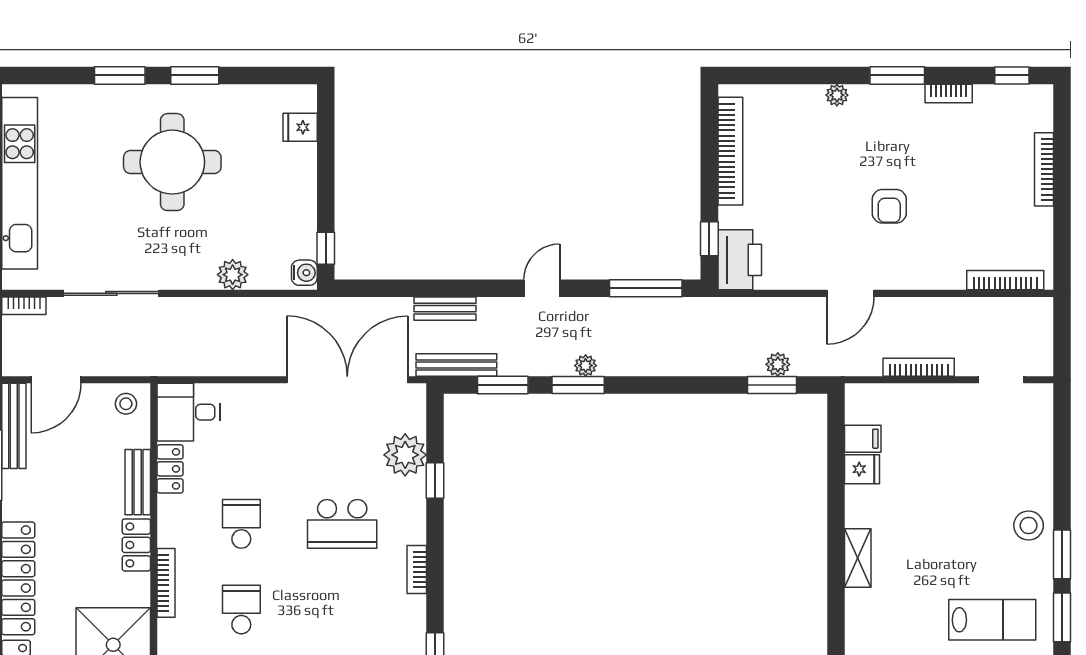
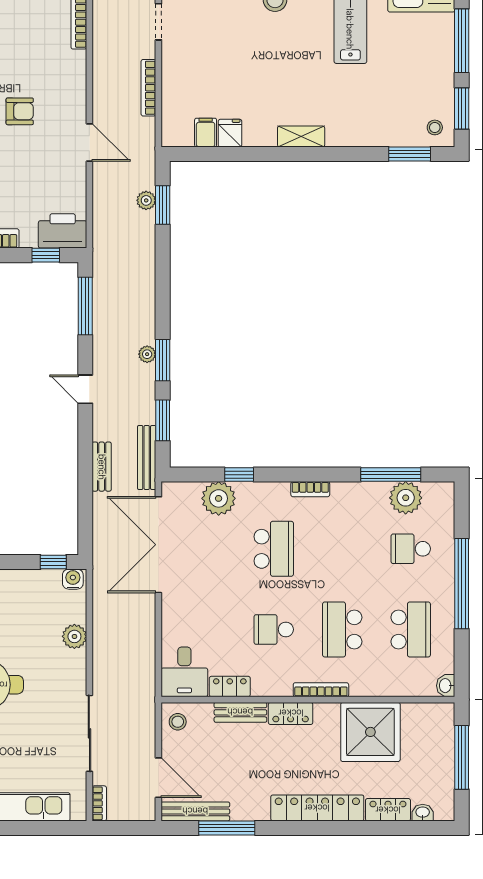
school desk: (241, 609) -> (342, 629), width x1.85

